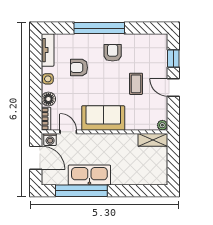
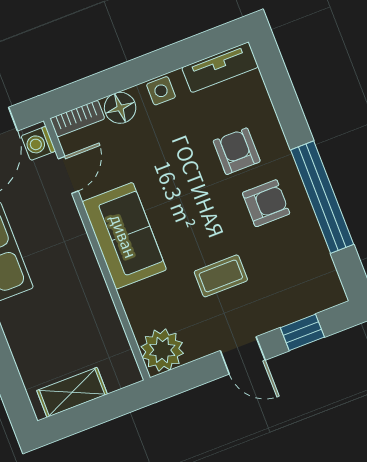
window: (99, 28) -> (322, 197), moved
armchair: (79, 68) -> (237, 151), moved
door: (173, 88) -> (243, 355), swing flipped
plant: (162, 125) -> (162, 350), width x1.87, depth x1.87
shelving: (153, 140) -> (72, 392), moved, turned 90

